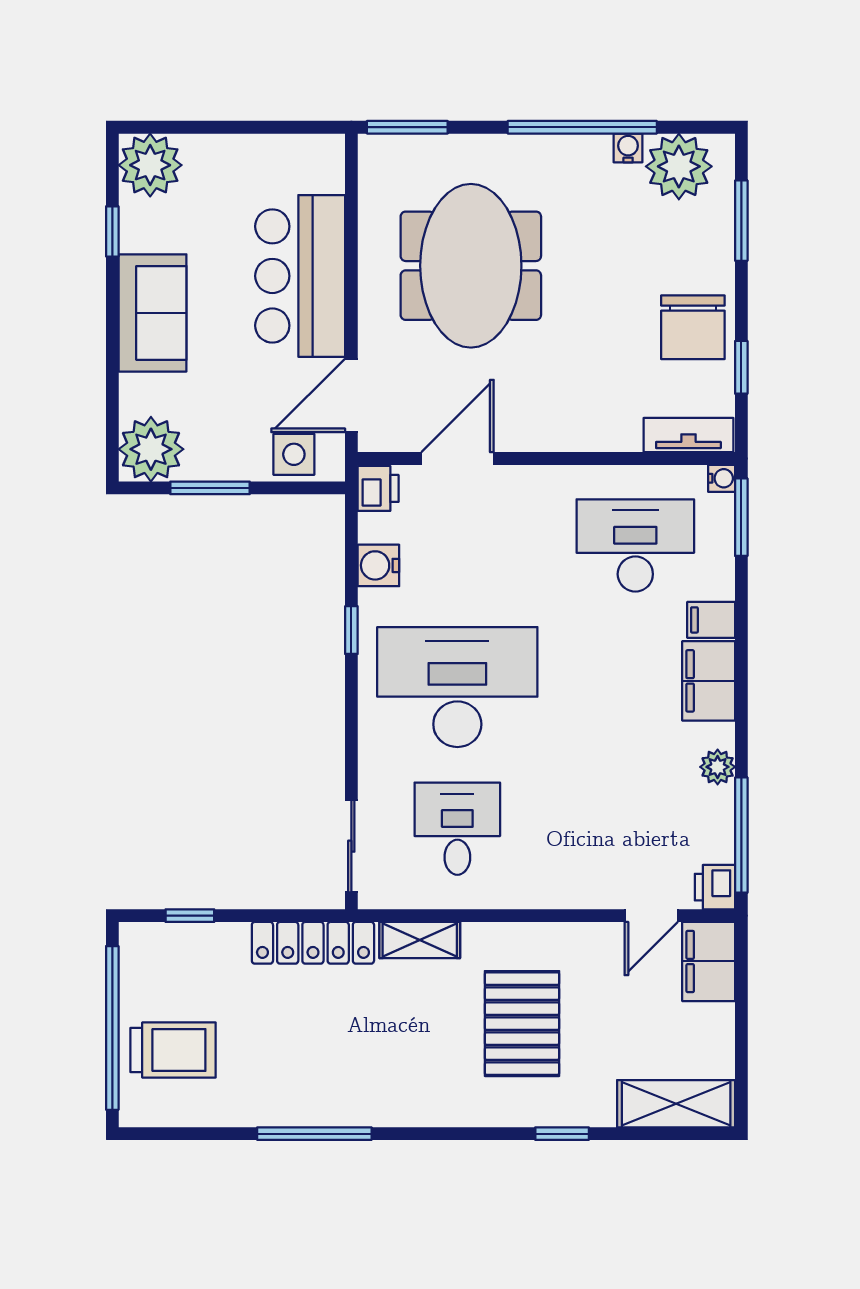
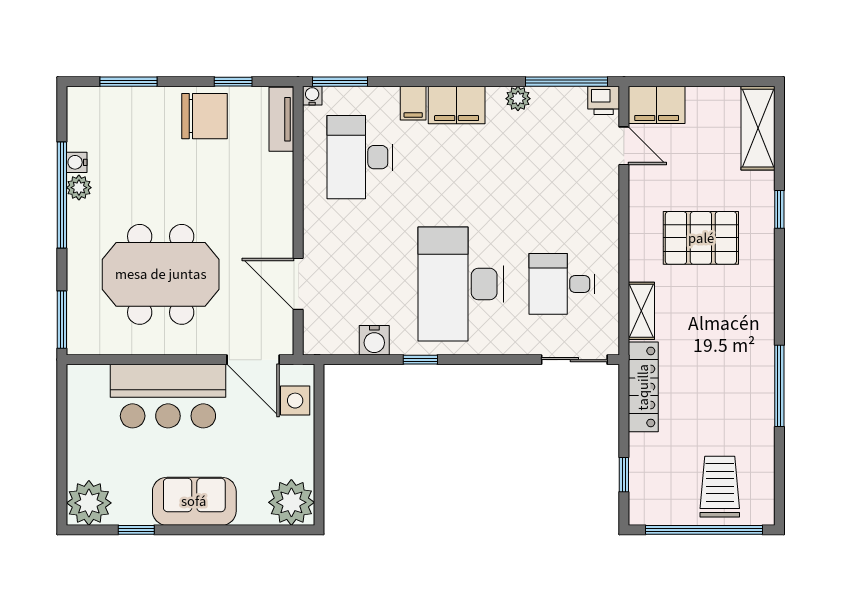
plant: (679, 166) -> (79, 188), moved, width x0.53, depth x0.53
window: (210, 488) -> (319, 460), removed
printer: (378, 488) -> (319, 340), removed

